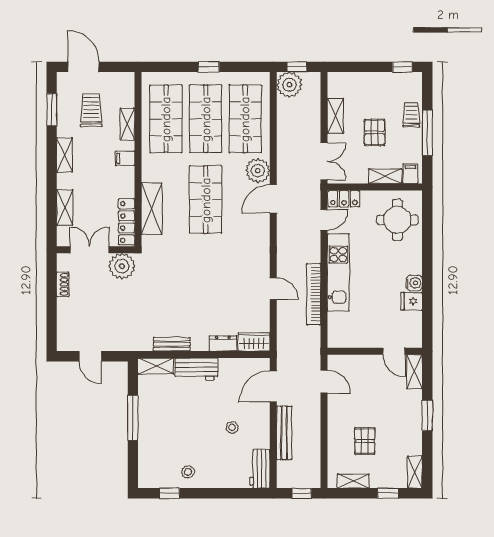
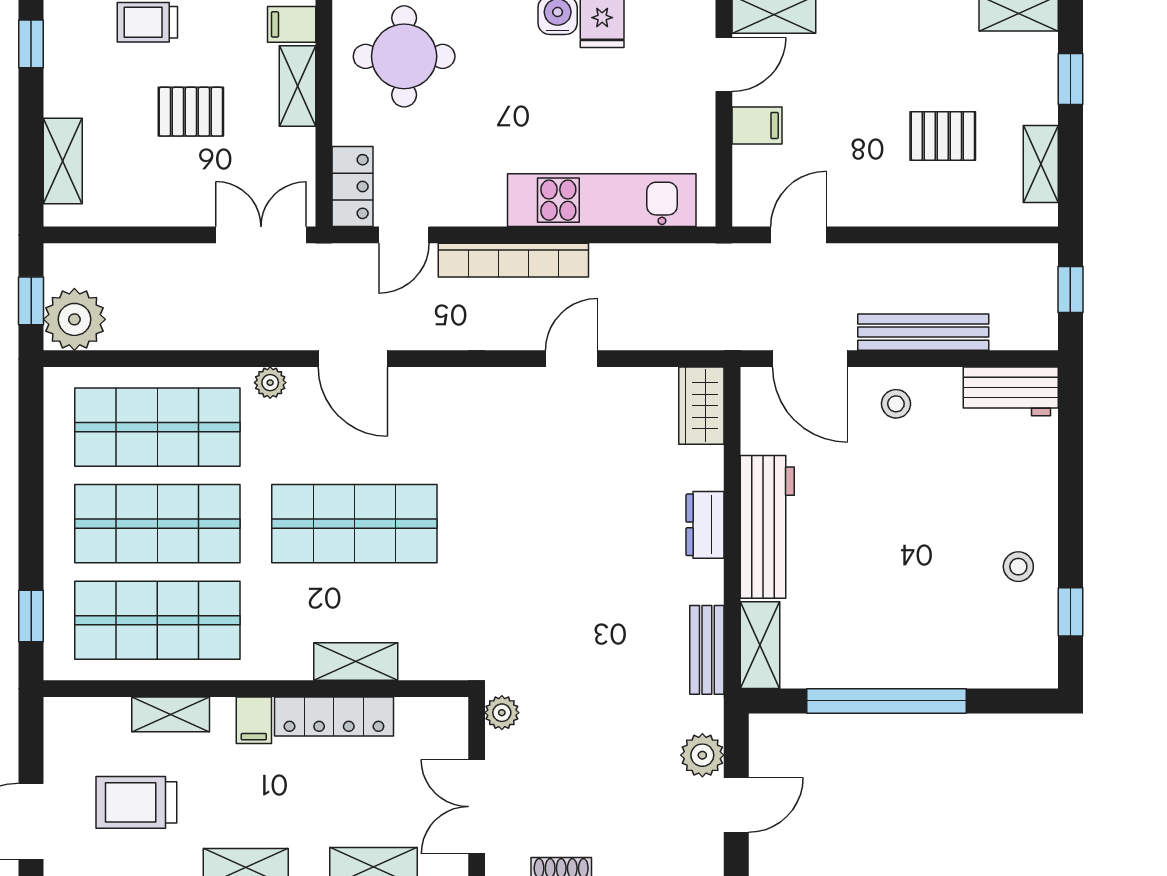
window: (209, 67) -> (31, 616), moved
shelving: (335, 116) -> (63, 161), moved, turned 90
plant: (258, 171) -> (270, 383), width x0.53, depth x0.53
shelving: (152, 209) -> (356, 662), width x0.67, depth x0.75
door: (324, 220) -> (404, 235), swing flipped
locker: (126, 222) -> (334, 717), moved
plant: (122, 266) -> (502, 713), width x0.53, depth x0.53
kitchen unit: (338, 272) -> (602, 200), moved
bookcase: (314, 294) -> (513, 260), moved
plant: (111, 342) -> (702, 755), added
dresser: (223, 343) -> (705, 525), moved
bench: (172, 344) -> (707, 650), moved
filing cabinet: (369, 365) -> (757, 125), added
workbench: (196, 369) -> (767, 527), width x1.37
window: (133, 418) -> (886, 701), width x1.46
stool: (232, 427) -> (896, 404), moved

